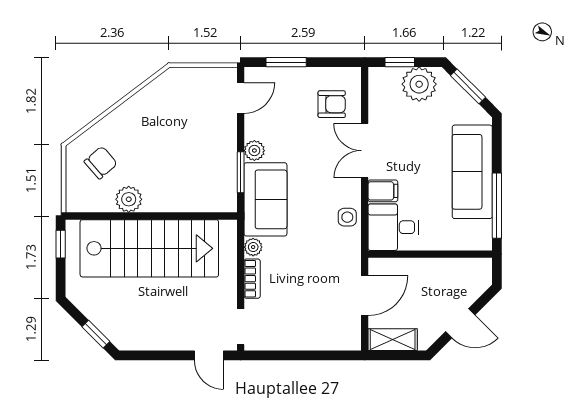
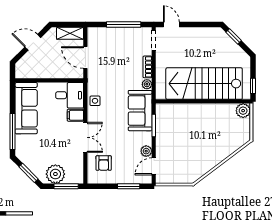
window: (400, 62) -> (66, 186), width x1.50
armchair: (332, 104) -> (104, 163), turned -90
plant: (254, 151) -> (146, 151), moved
chair: (101, 163) -> (231, 131), removed
sofa: (472, 172) -> (26, 108), moved
plant: (129, 199) -> (243, 111), moved
window: (497, 206) -> (13, 131), moved
door: (365, 296) -> (85, 58), hinge flipped
window: (295, 355) -> (124, 25), added

